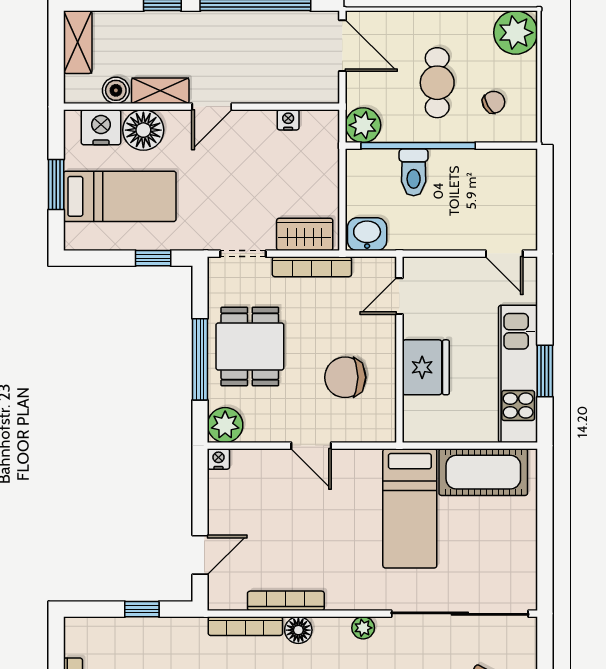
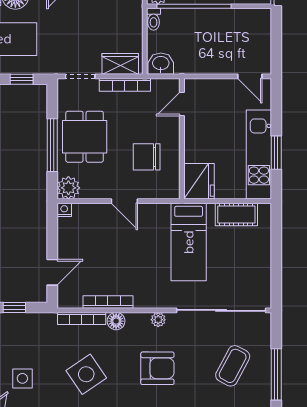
toilet: (414, 172) -> (154, 19), moved, width x0.73, depth x0.72
fridge: (426, 367) -> (199, 181), moved
cot: (483, 472) -> (236, 215), width x0.73, depth x0.75

